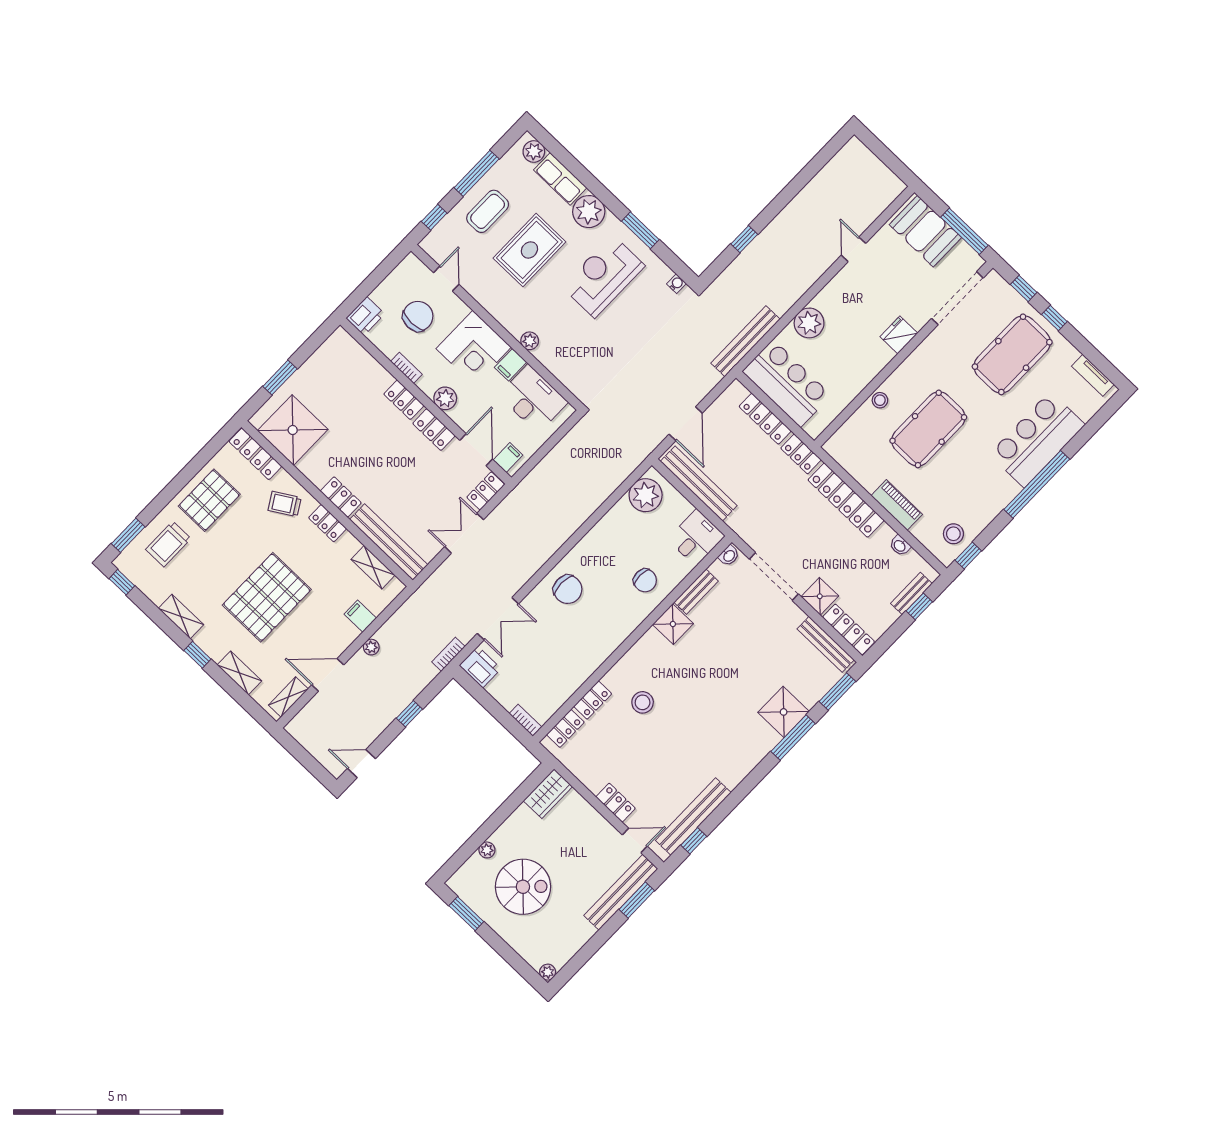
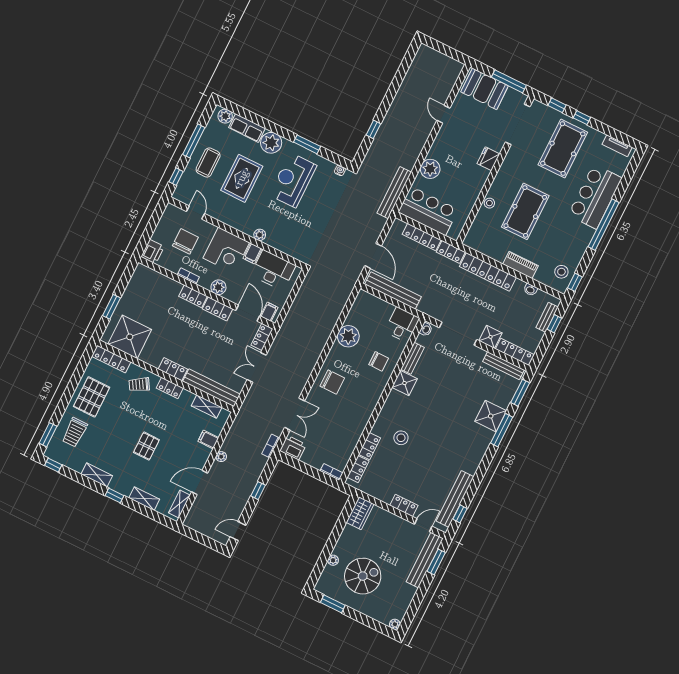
plant: (646, 495) -> (348, 336), moved
pallet: (267, 597) -> (146, 446), width x0.49, depth x0.50

